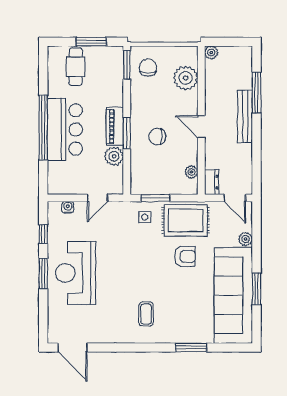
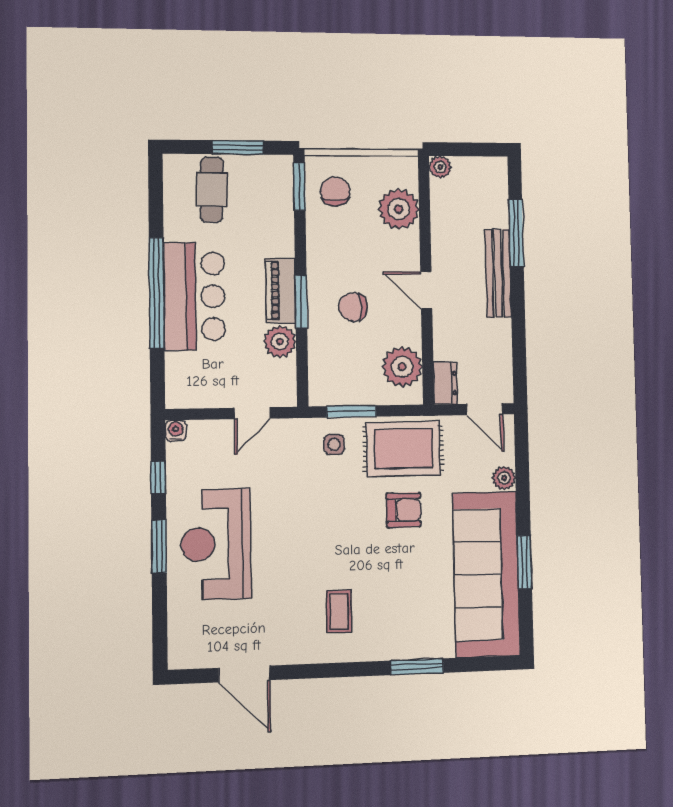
plant: (191, 172) -> (402, 367), width x1.88, depth x1.88
water cooler: (68, 207) -> (176, 431), moved
door: (72, 348) -> (244, 674), moved

